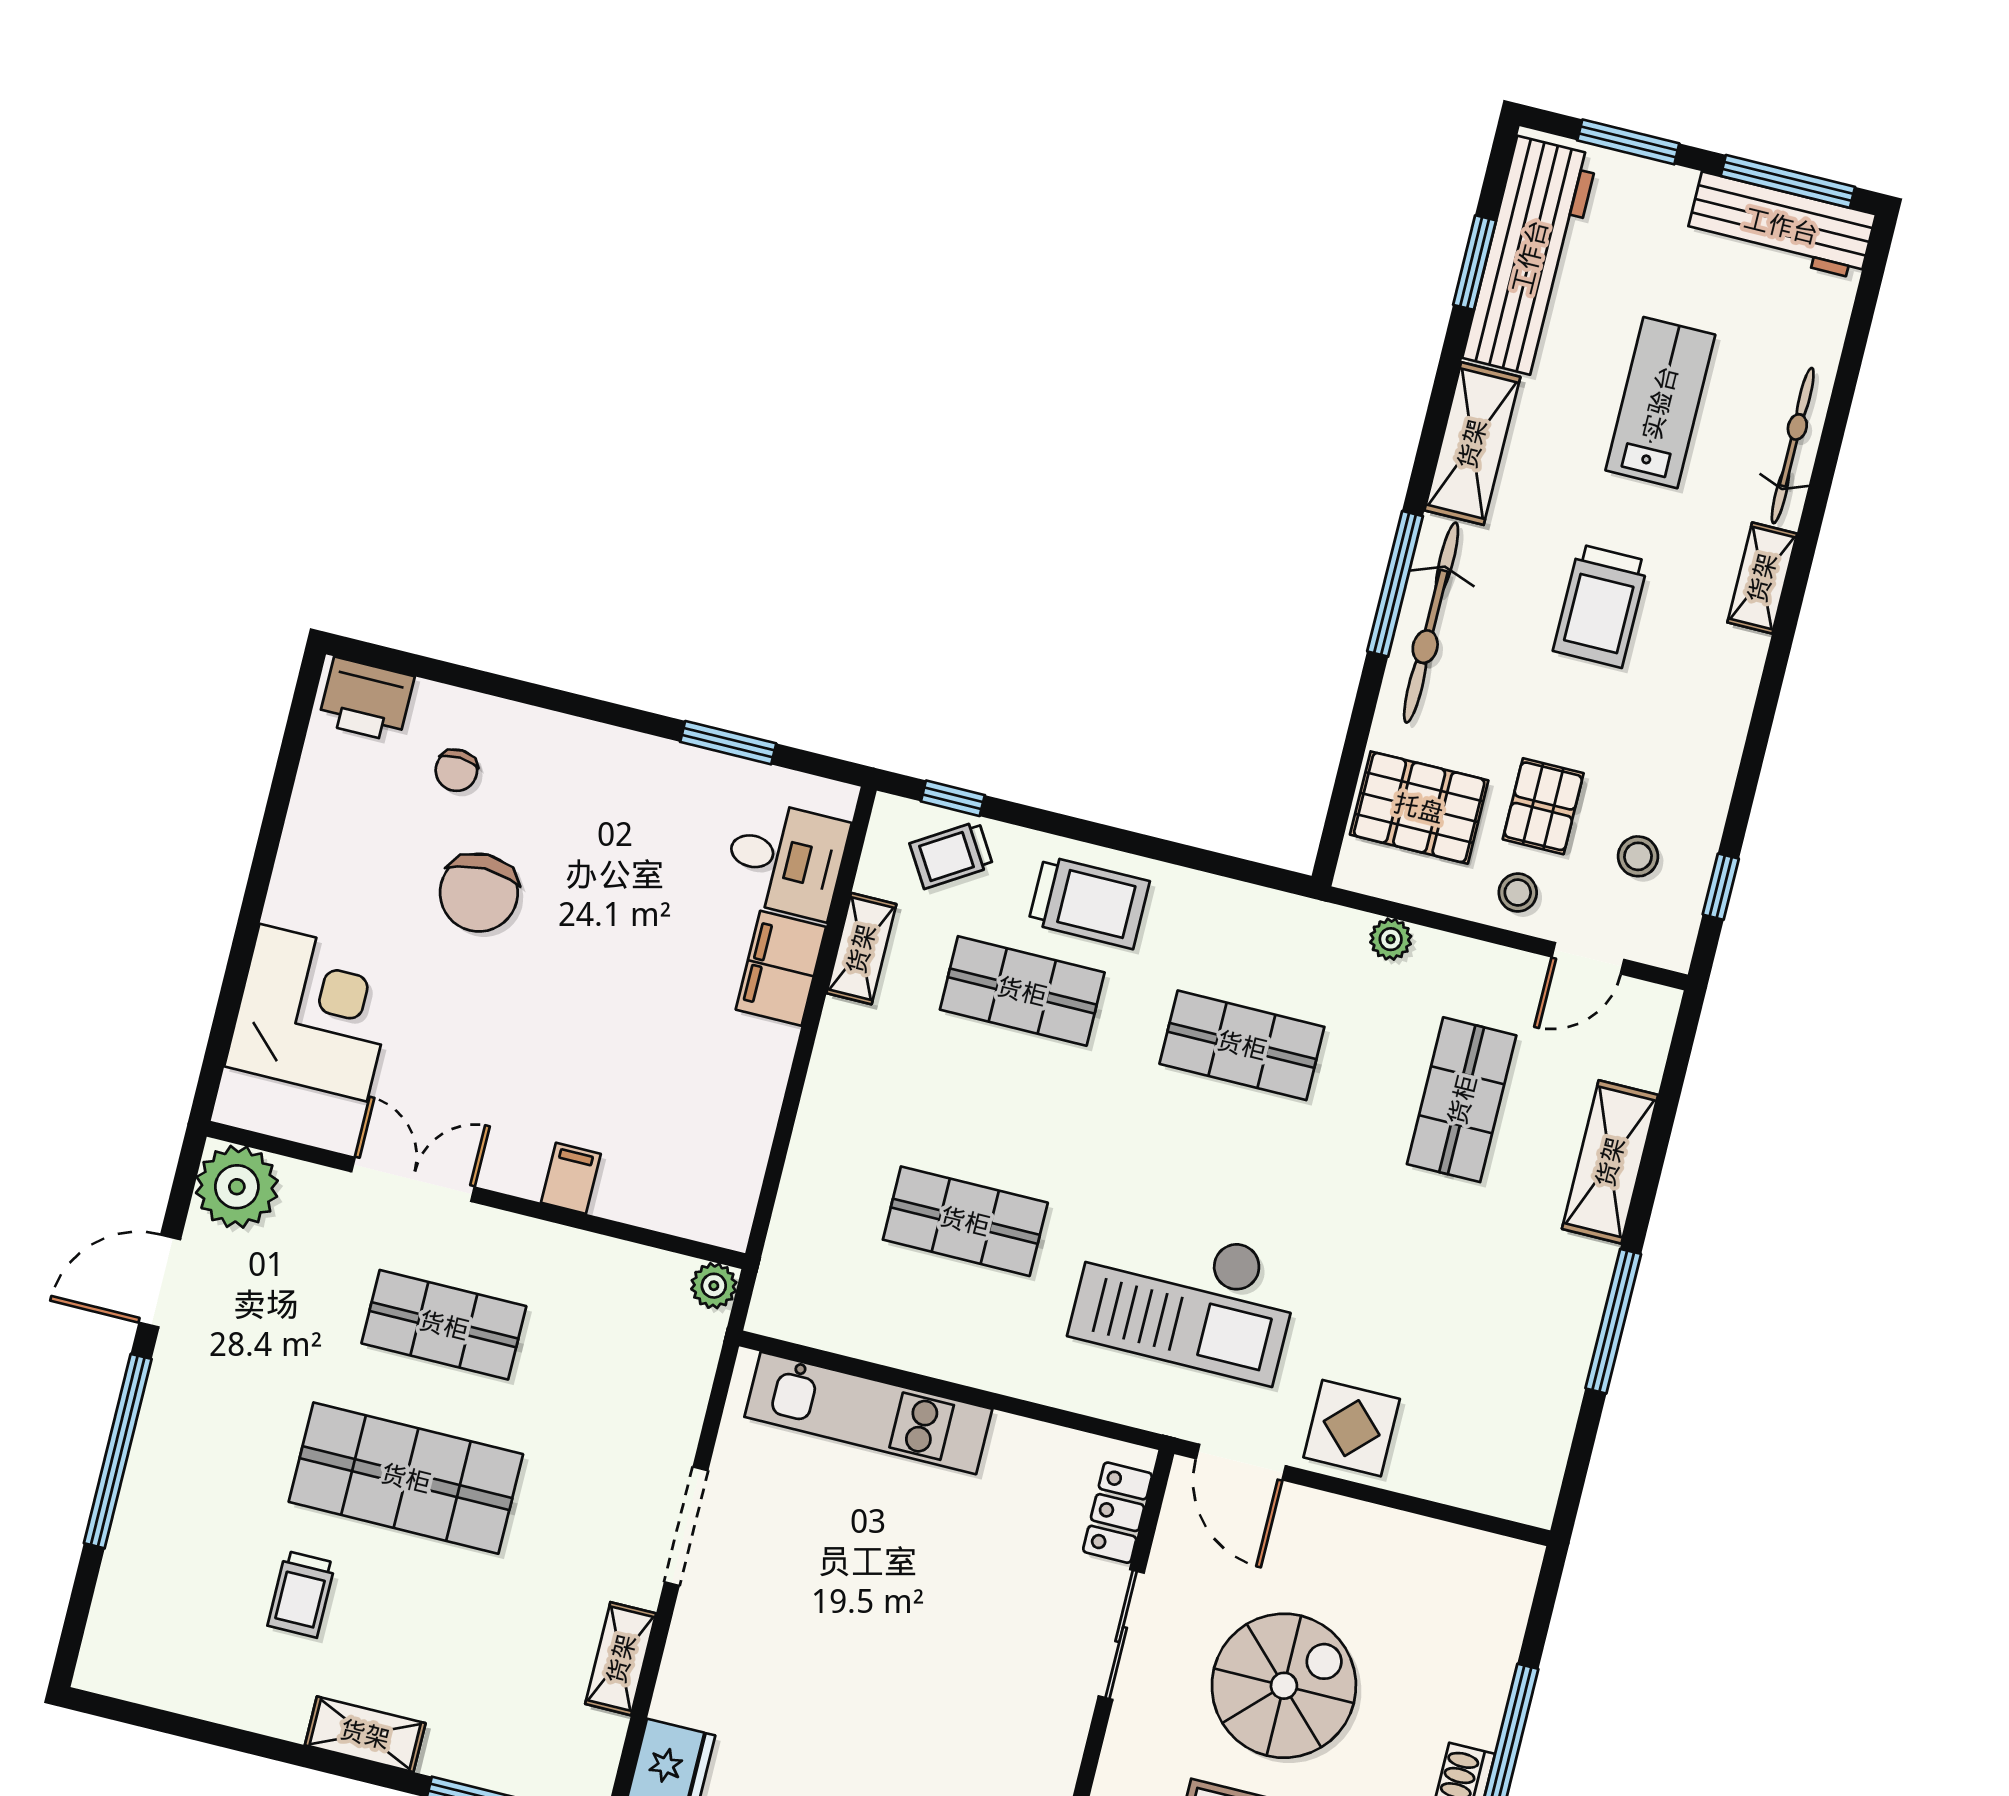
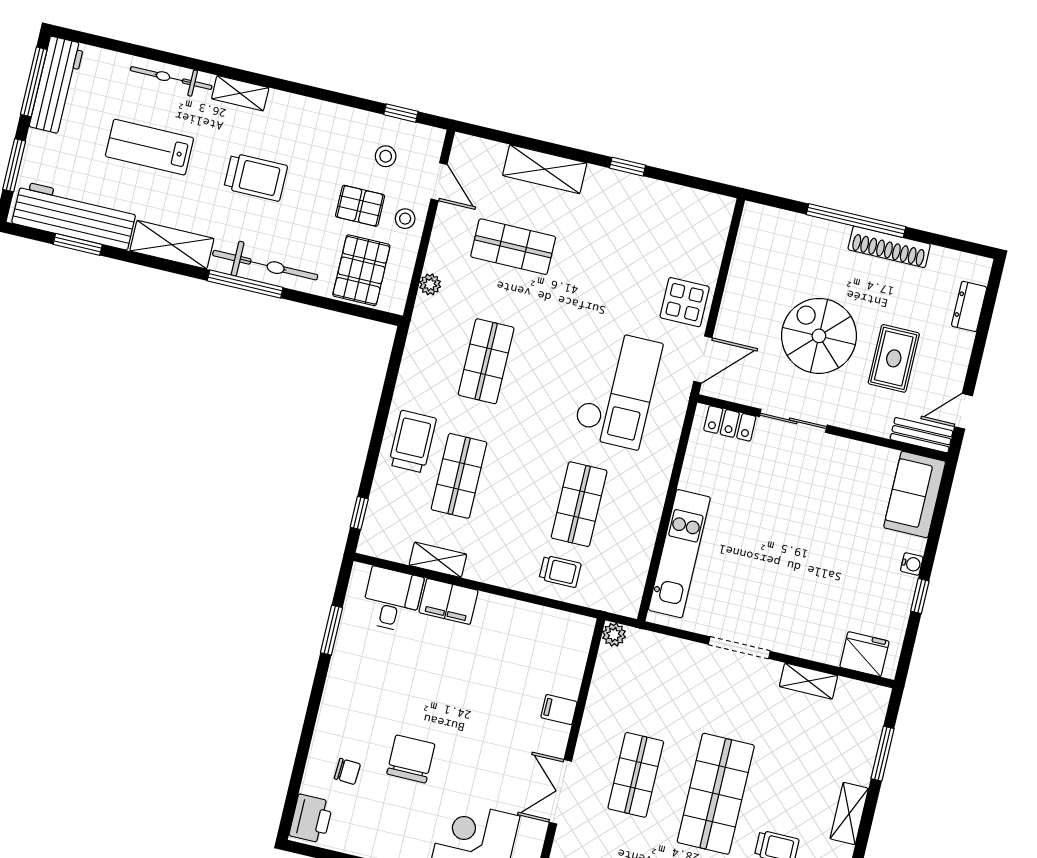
trolley: (951, 855) -> (560, 571), moved, turned -58
chair: (479, 893) -> (411, 759), turned -90
window: (1613, 1321) -> (628, 167), width x0.46

